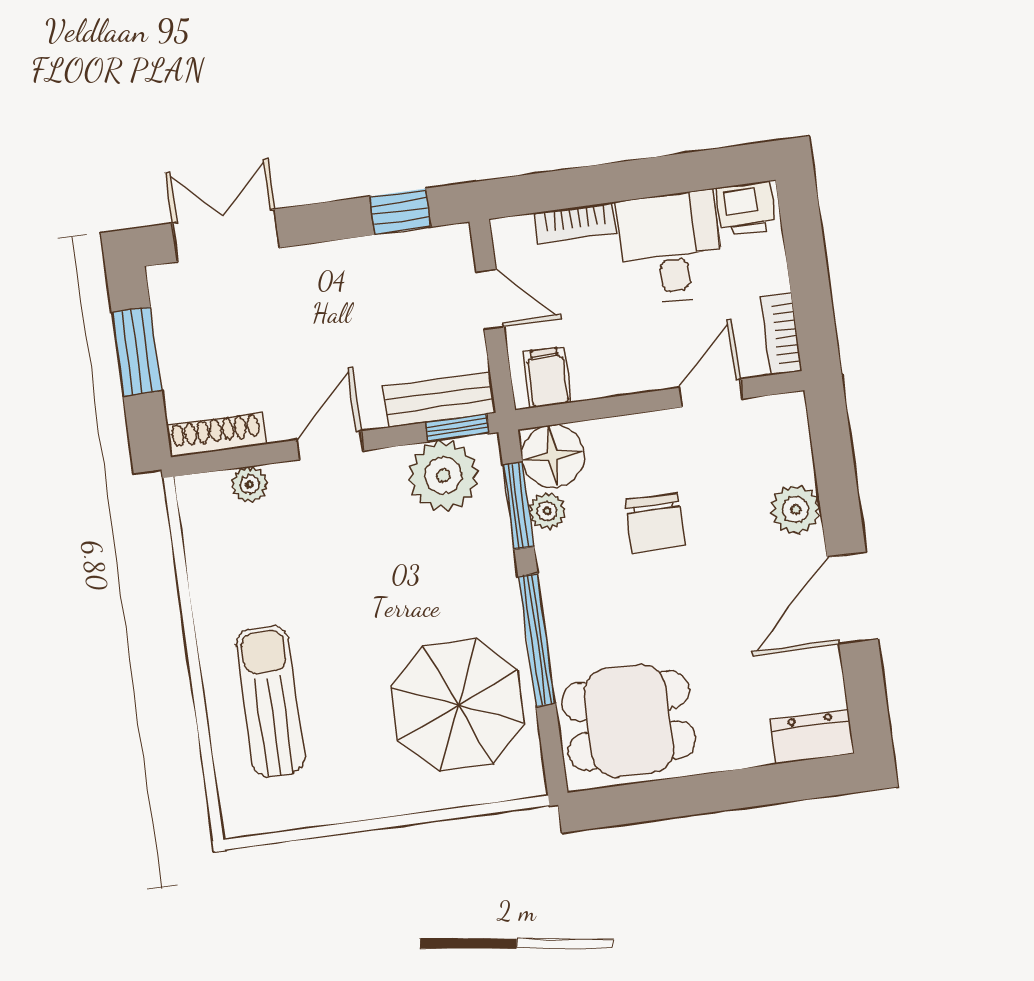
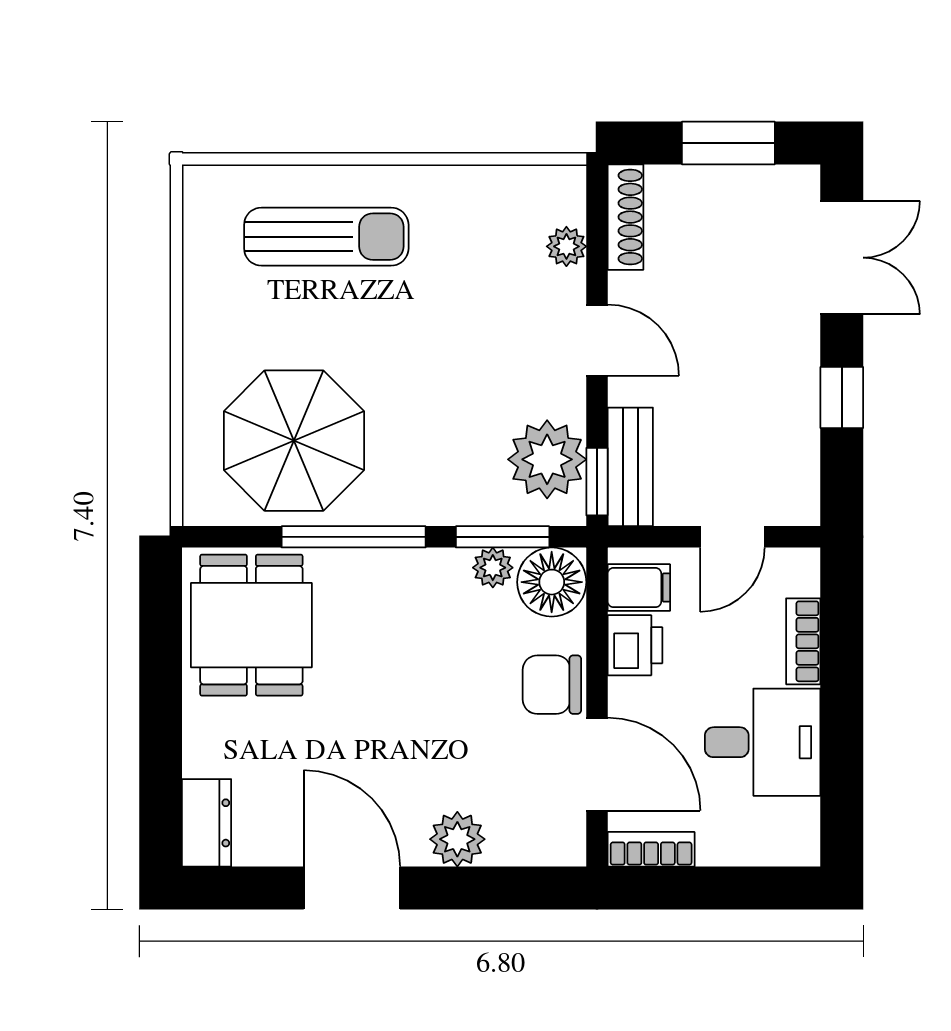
printer: (746, 209) -> (635, 645), moved, turned 180
window: (400, 212) -> (842, 398), moved
door: (711, 393) -> (597, 764), width x1.38
chair: (655, 523) -> (552, 685), moved

